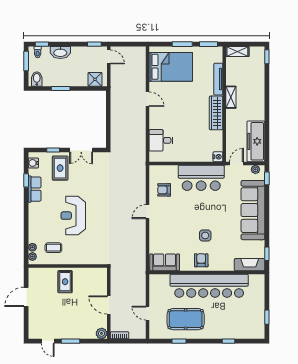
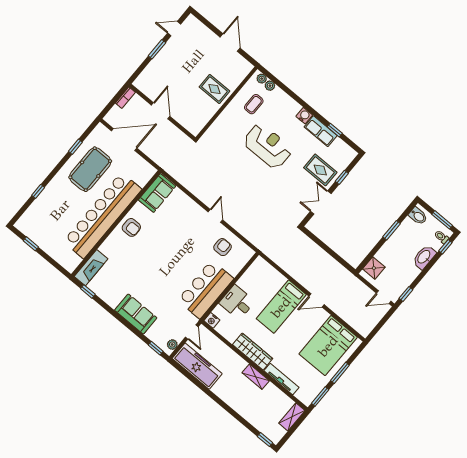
bed: (171, 119) -> (281, 307), added
desk: (161, 140) -> (237, 302), moved, turned -90
water cooler: (33, 163) -> (304, 116), moved
sofa: (253, 210) -> (136, 314), width x0.54, depth x0.79
side table: (205, 235) -> (151, 250), removed
door: (109, 305) -> (161, 111), hinge flipped
door: (148, 313) -> (124, 140), width x1.88
plant: (102, 333) -> (141, 83), removed

